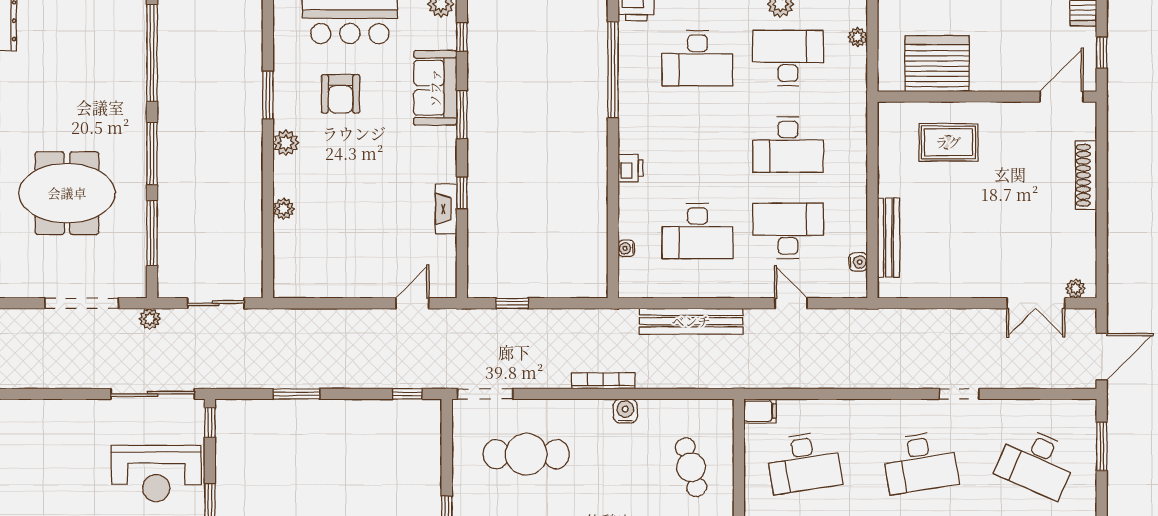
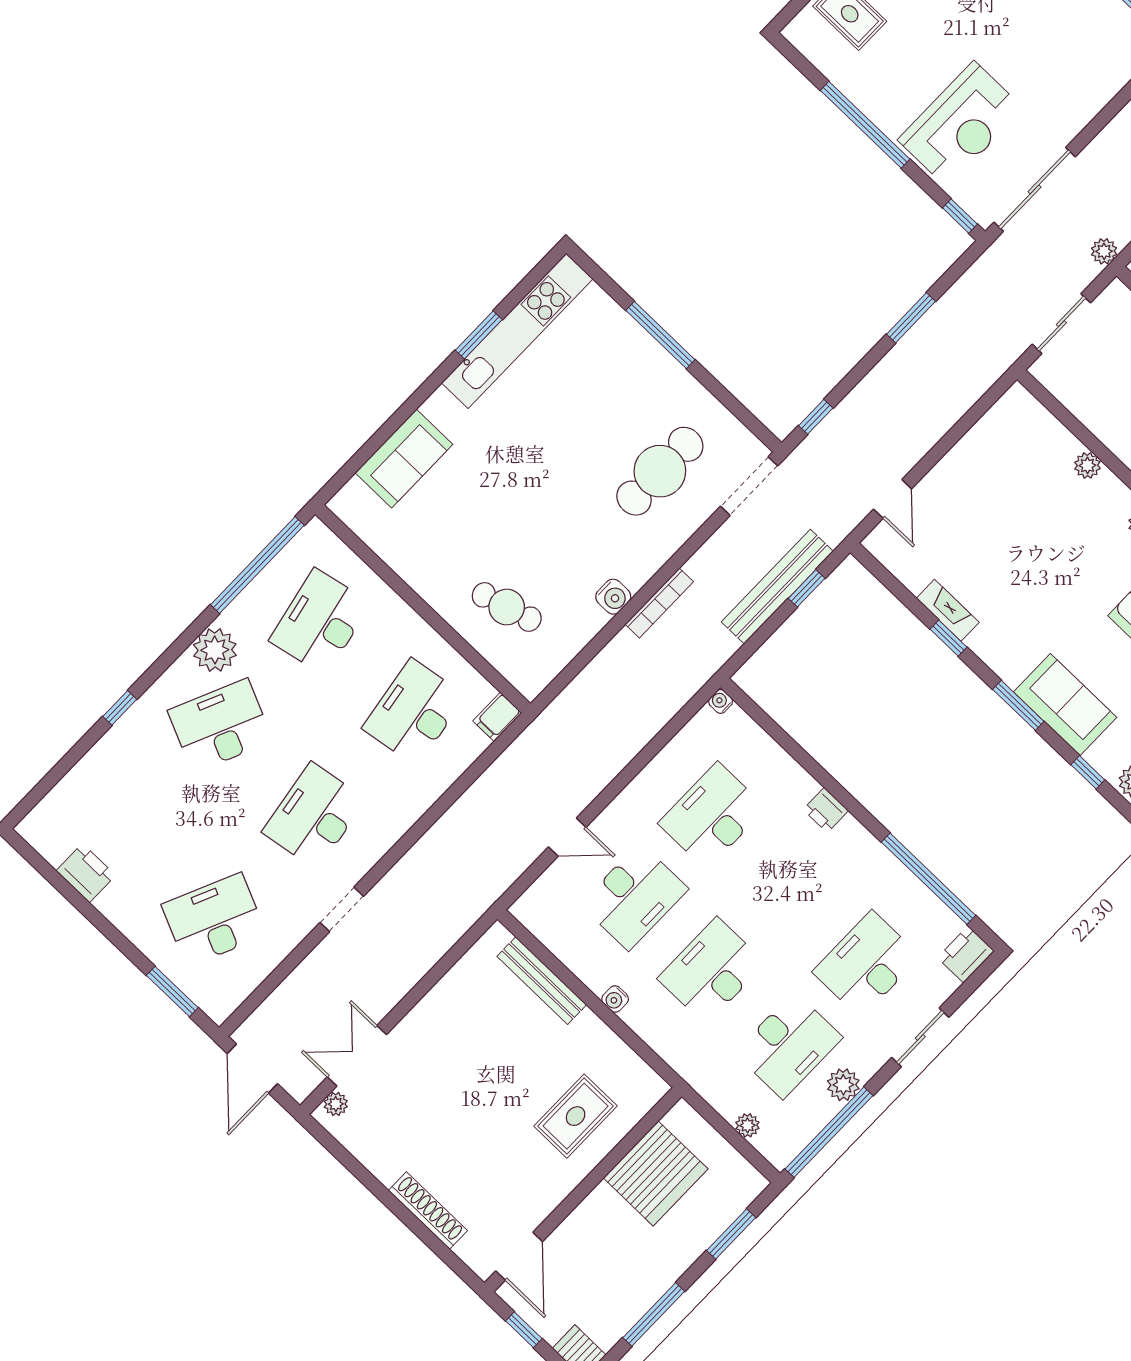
water cooler: (626, 248) -> (721, 701), moved, turned -90
water cooler: (858, 262) -> (615, 999), moved
bench: (691, 321) -> (777, 587), moved
reception desk: (156, 473) -> (961, 124), turned 180

